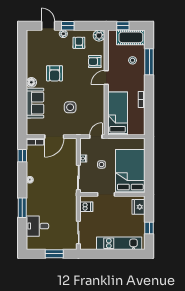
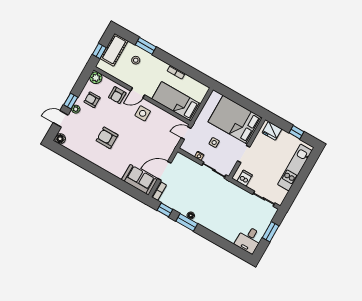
window: (149, 62) -> (146, 46), width x0.69
armchair: (55, 73) -> (107, 138), turned 180
door: (106, 77) -> (138, 93), hinge flipped
floor lamp: (31, 82) -> (60, 139), moved
sofa: (35, 103) -> (139, 180), moved
side table: (70, 107) -> (143, 113), moved
door: (54, 137) -> (164, 171), swing flipped
door: (96, 137) -> (186, 133), hinge flipped
window: (22, 208) -> (187, 222), moved
desk: (37, 226) -> (249, 240), moved

